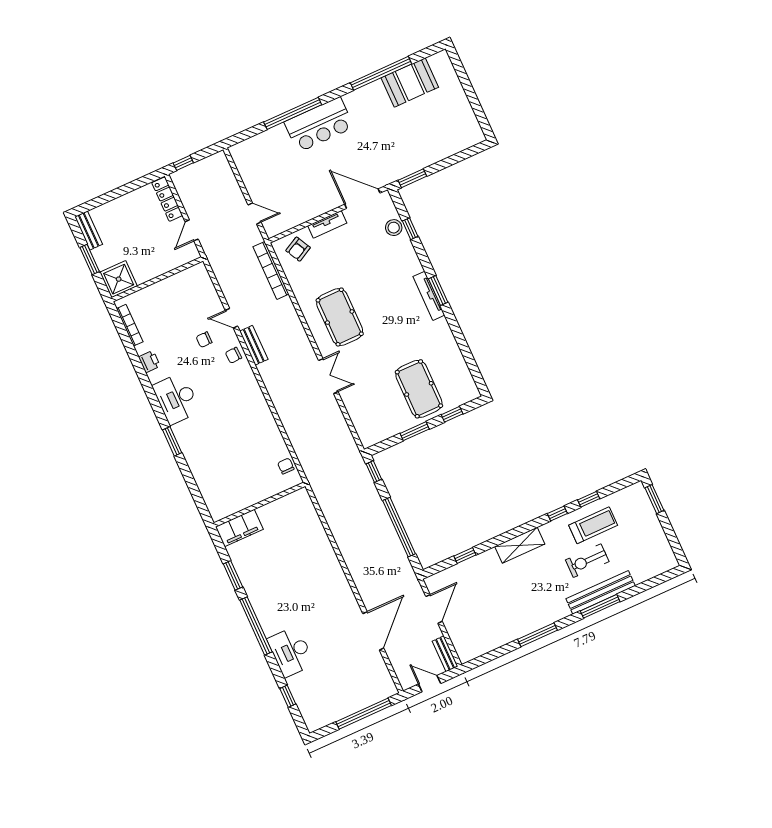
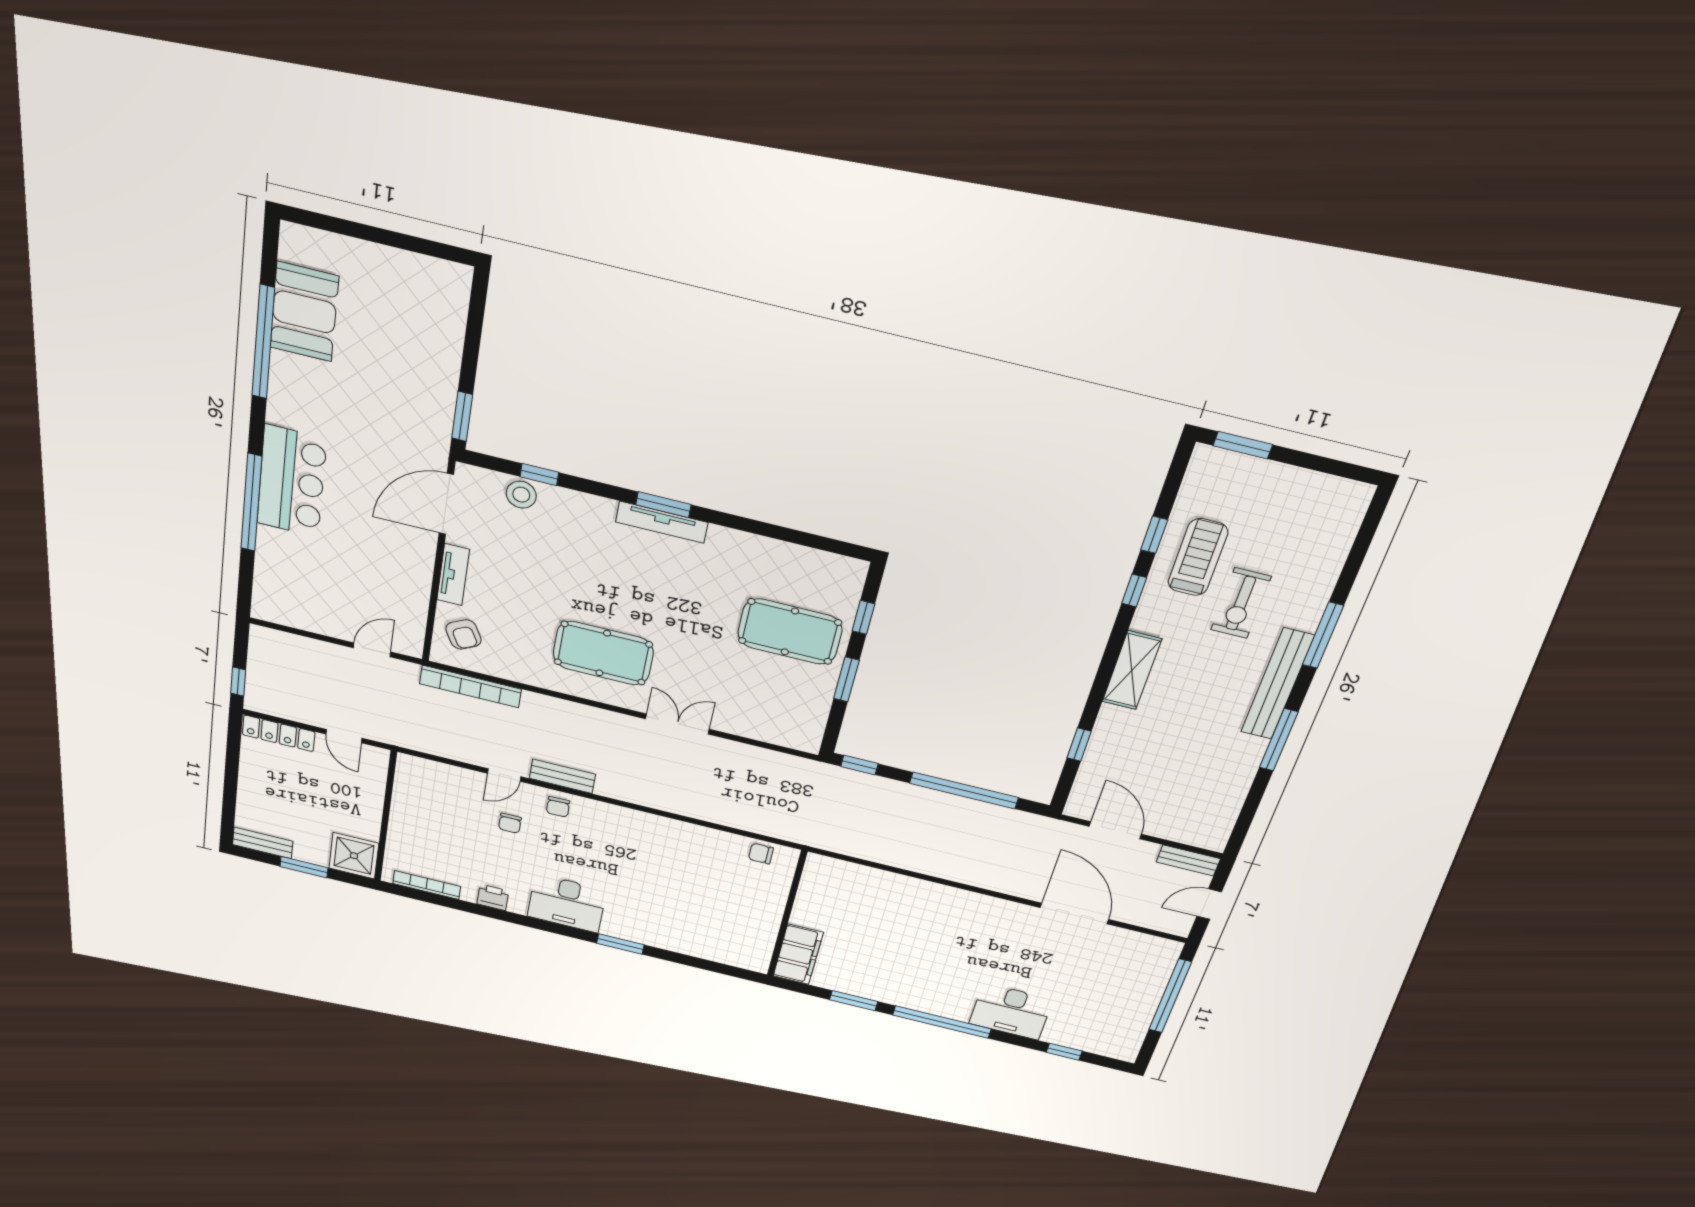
bench: (601, 592) -> (1277, 684), moved

